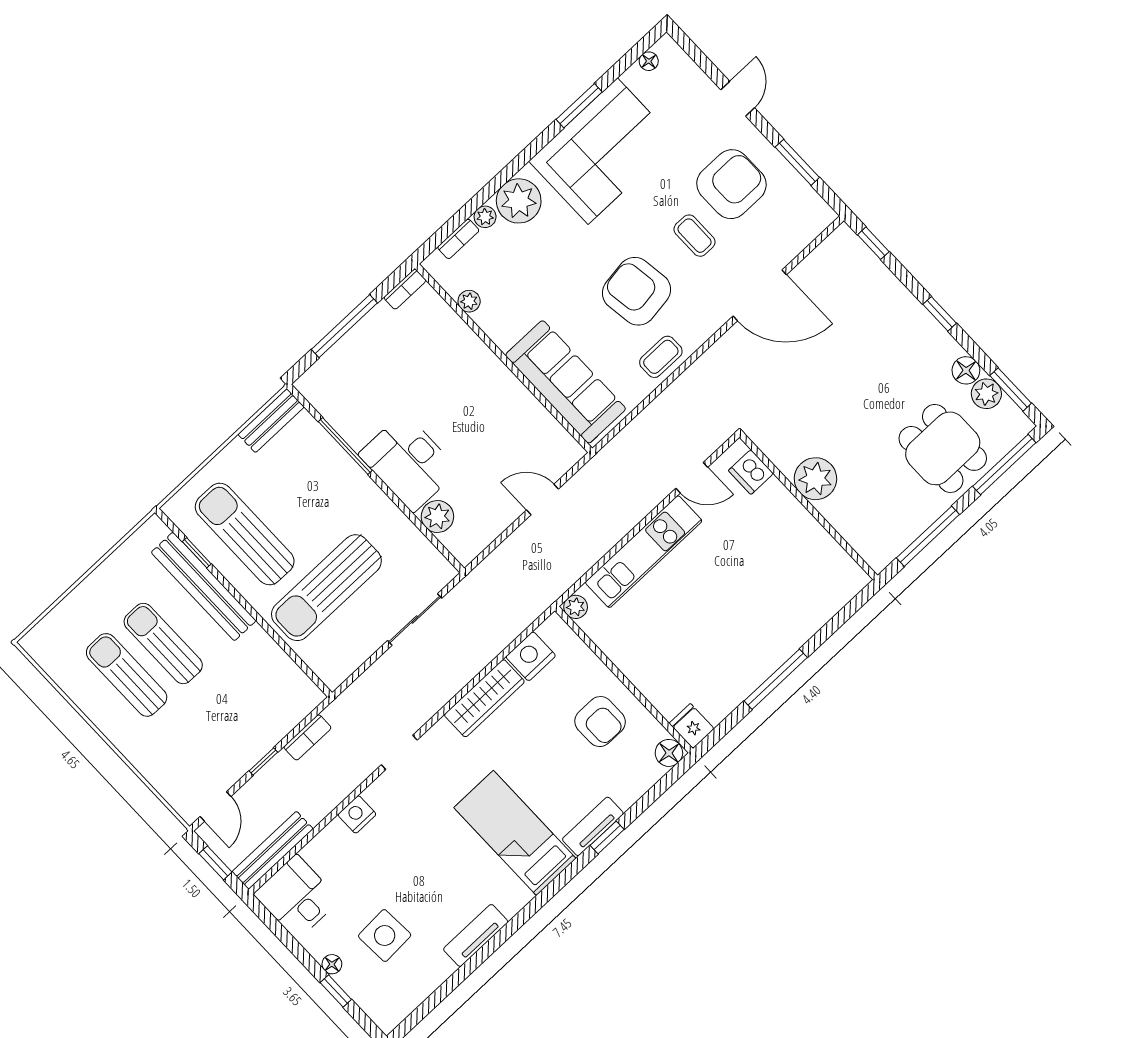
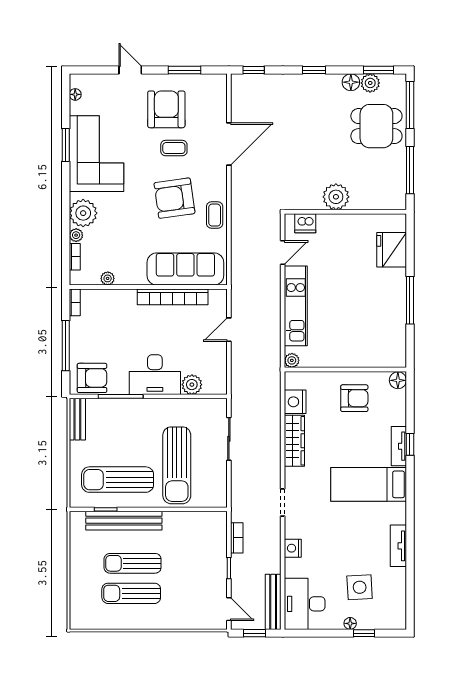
armchair: (336, 392) -> (92, 378), added
bookcase: (519, 398) -> (173, 297), added
fridge: (692, 726) -> (392, 250), moved, width x1.88, depth x1.34
desk: (297, 897) -> (305, 604), width x1.37

